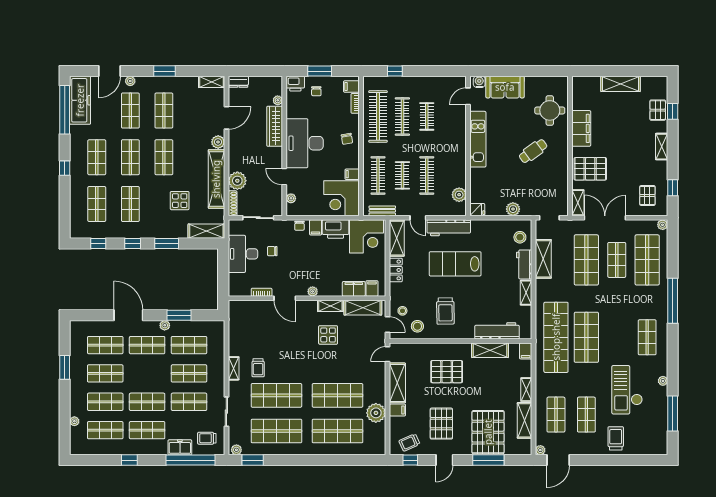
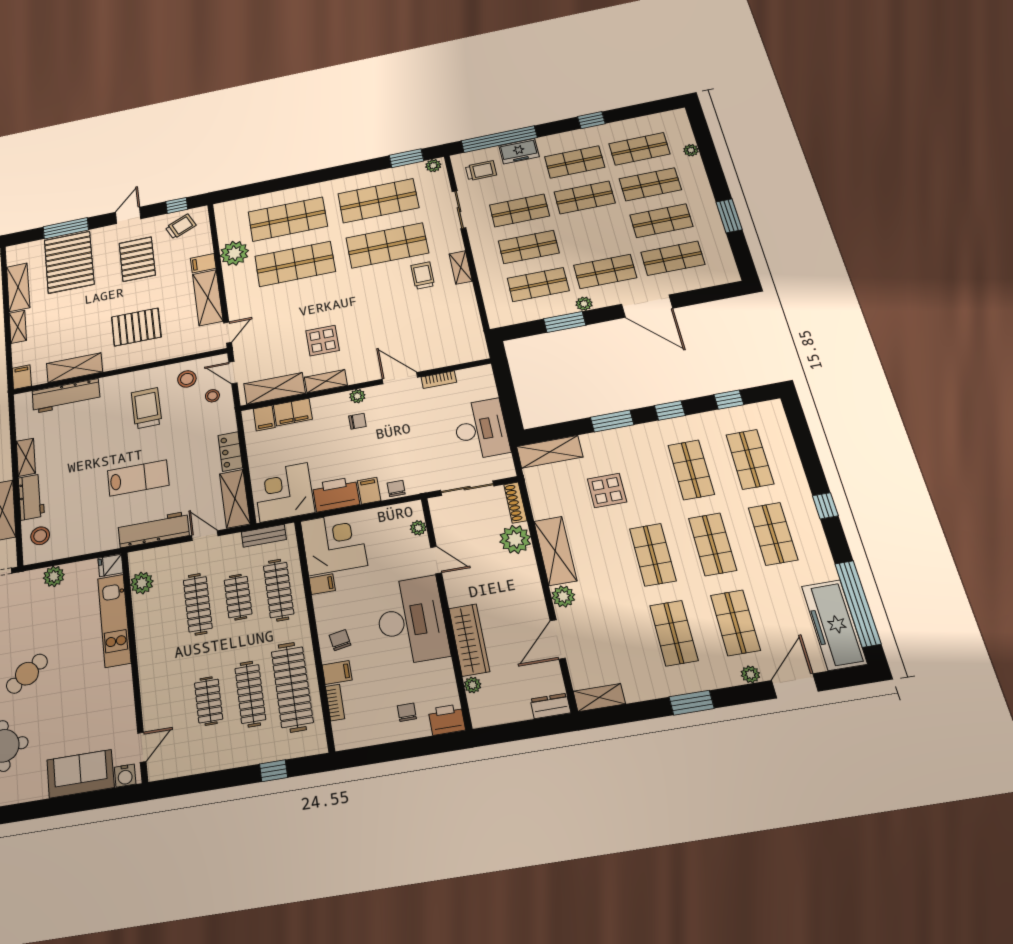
window: (320, 71) -> (407, 749), removed
filing cabinet: (351, 86) -> (337, 673), moved
kitchen unit: (478, 139) -> (114, 621), moved
shelving: (216, 179) -> (555, 551), width x0.68
chair: (272, 251) -> (357, 421), moved
lab bench: (455, 264) -> (138, 478), width x0.73, depth x0.72

